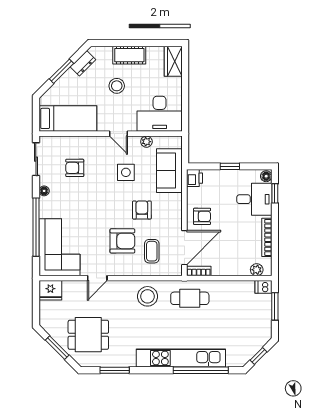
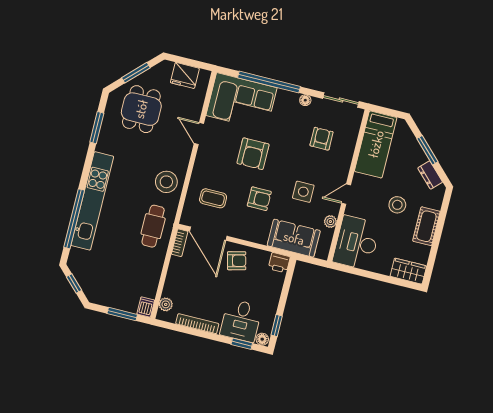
window: (230, 166) -> (277, 325), moved
armchair: (202, 216) -> (237, 261), turned -104
armchair: (122, 241) -> (253, 154), moved
fridge: (50, 290) -> (185, 75), moved, turned -90

